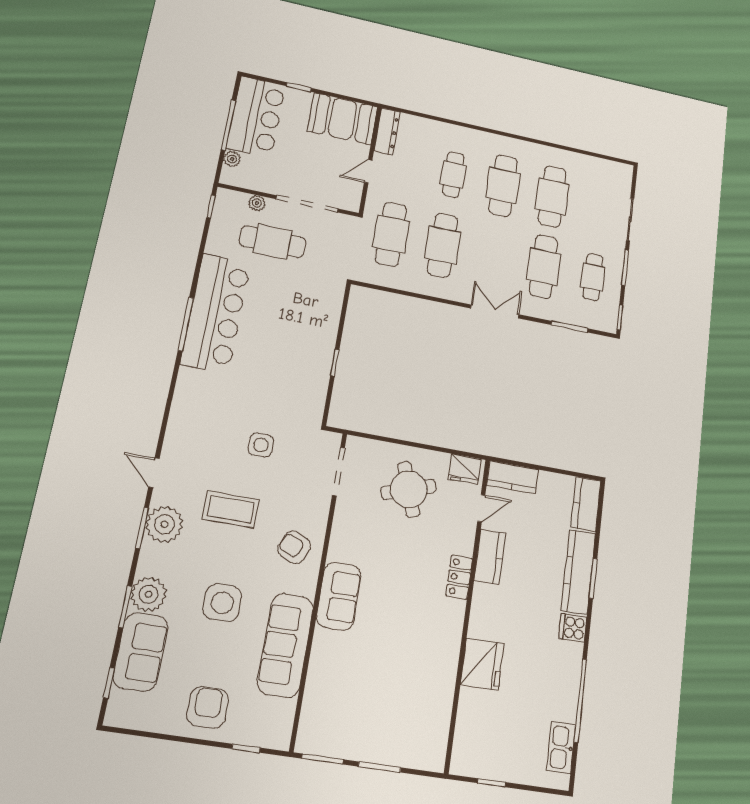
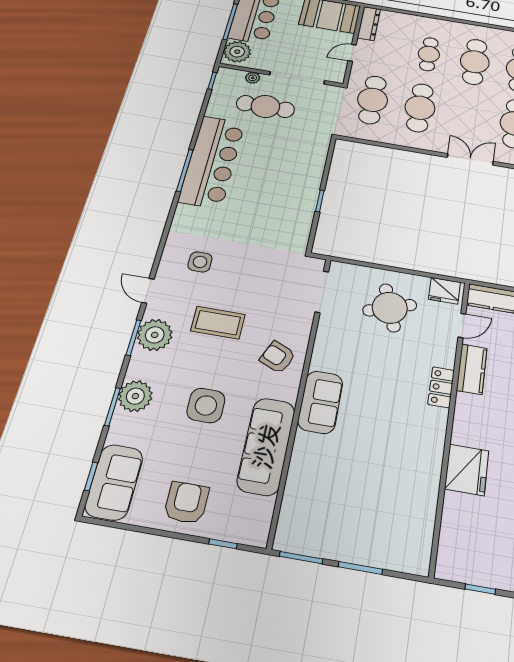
plant: (232, 159) -> (237, 52), width x1.88, depth x1.88
side table: (261, 445) -> (200, 262), moved
sofa: (141, 652) -> (114, 482), moved

